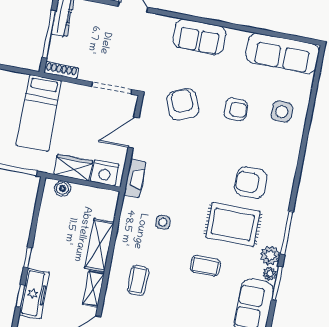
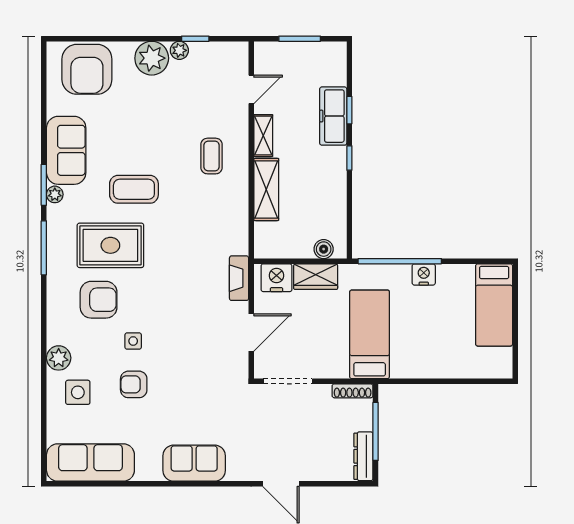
armchair: (183, 104) -> (198, 378), removed
side table: (163, 222) -> (133, 341), moved
plant: (270, 255) -> (59, 358), moved
coffee table: (205, 266) -> (134, 189), width x1.36, depth x1.30

